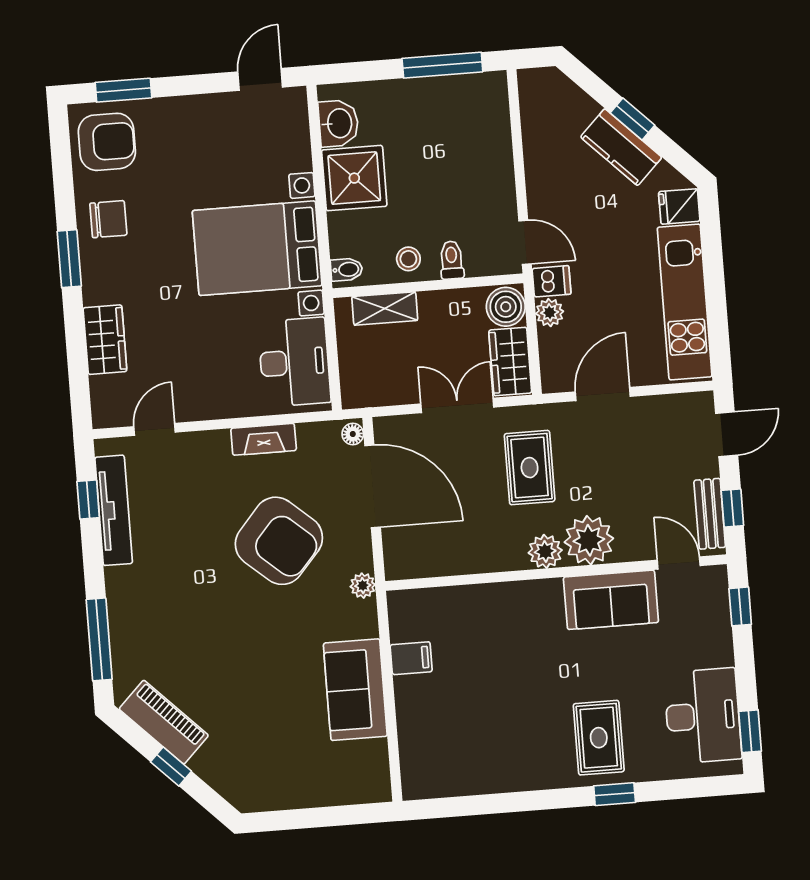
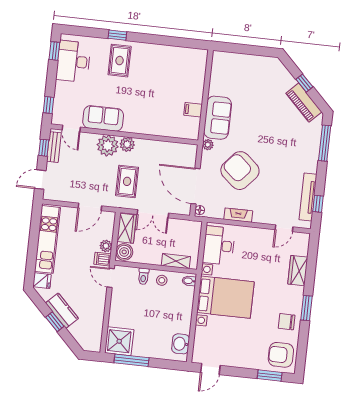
shower: (354, 178) -> (119, 341), moved
sofa: (355, 690) -> (218, 118), moved

